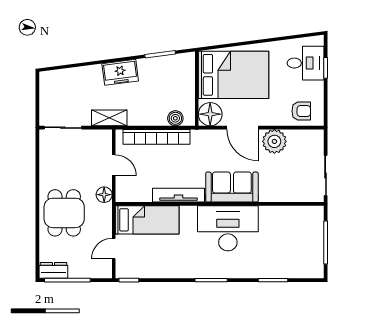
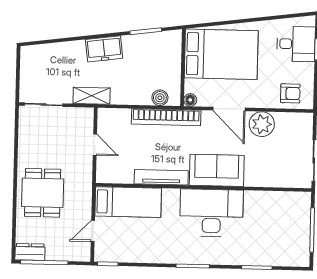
floor lamp: (210, 114) -> (190, 100), width x0.53, depth x0.53
bookcase: (157, 137) -> (166, 117), moved
floor lamp: (104, 195) -> (84, 175), removed

